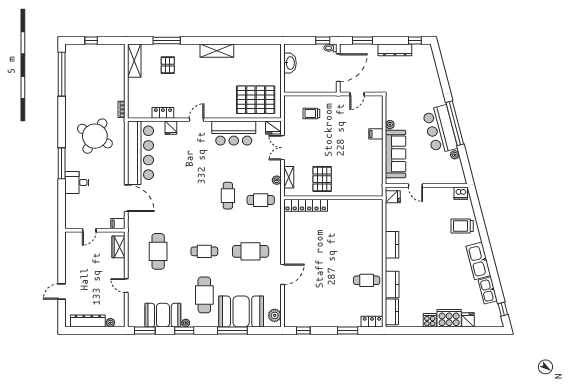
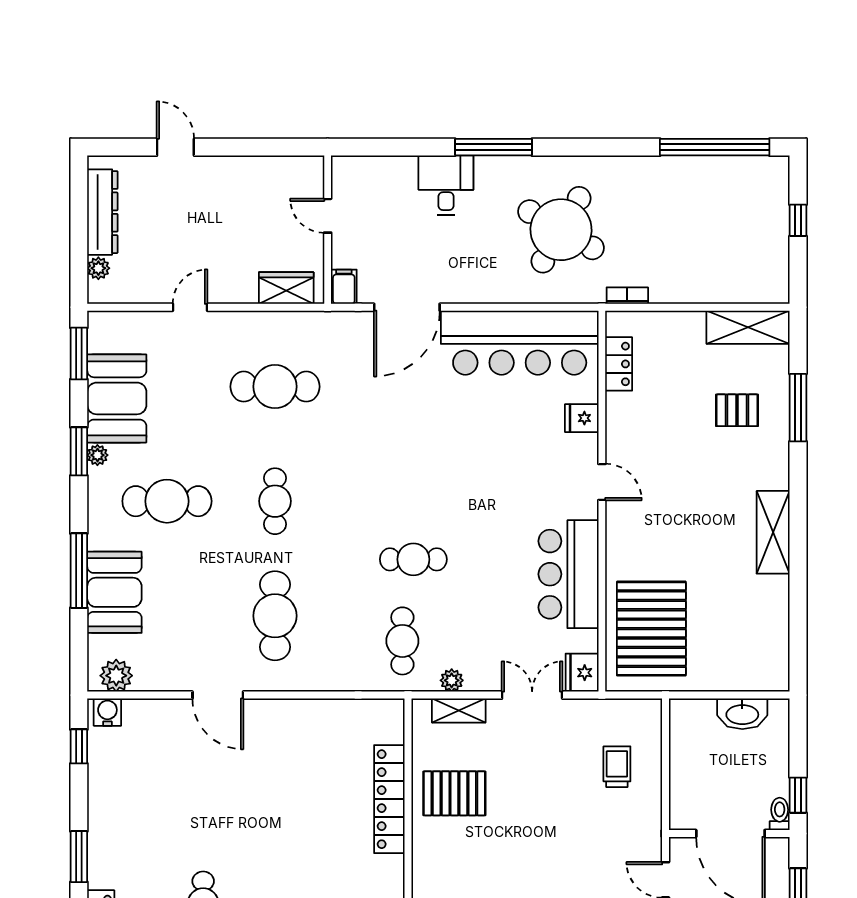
locker: (163, 113) -> (619, 364), moved
locker: (306, 205) -> (389, 799), moved
booth: (241, 311) -> (114, 592), width x0.73, depth x0.70
water cooler: (289, 319) -> (107, 712), added

